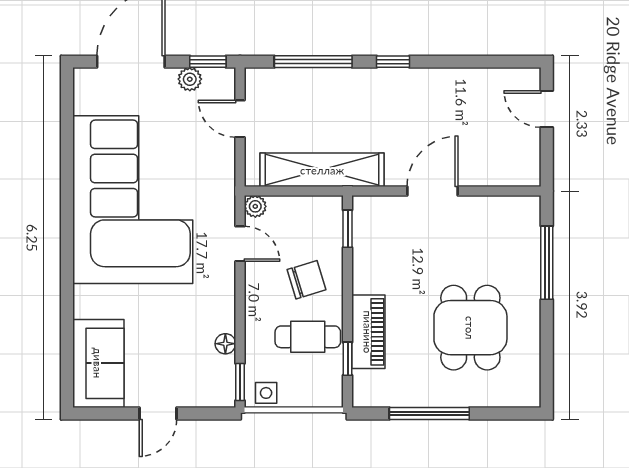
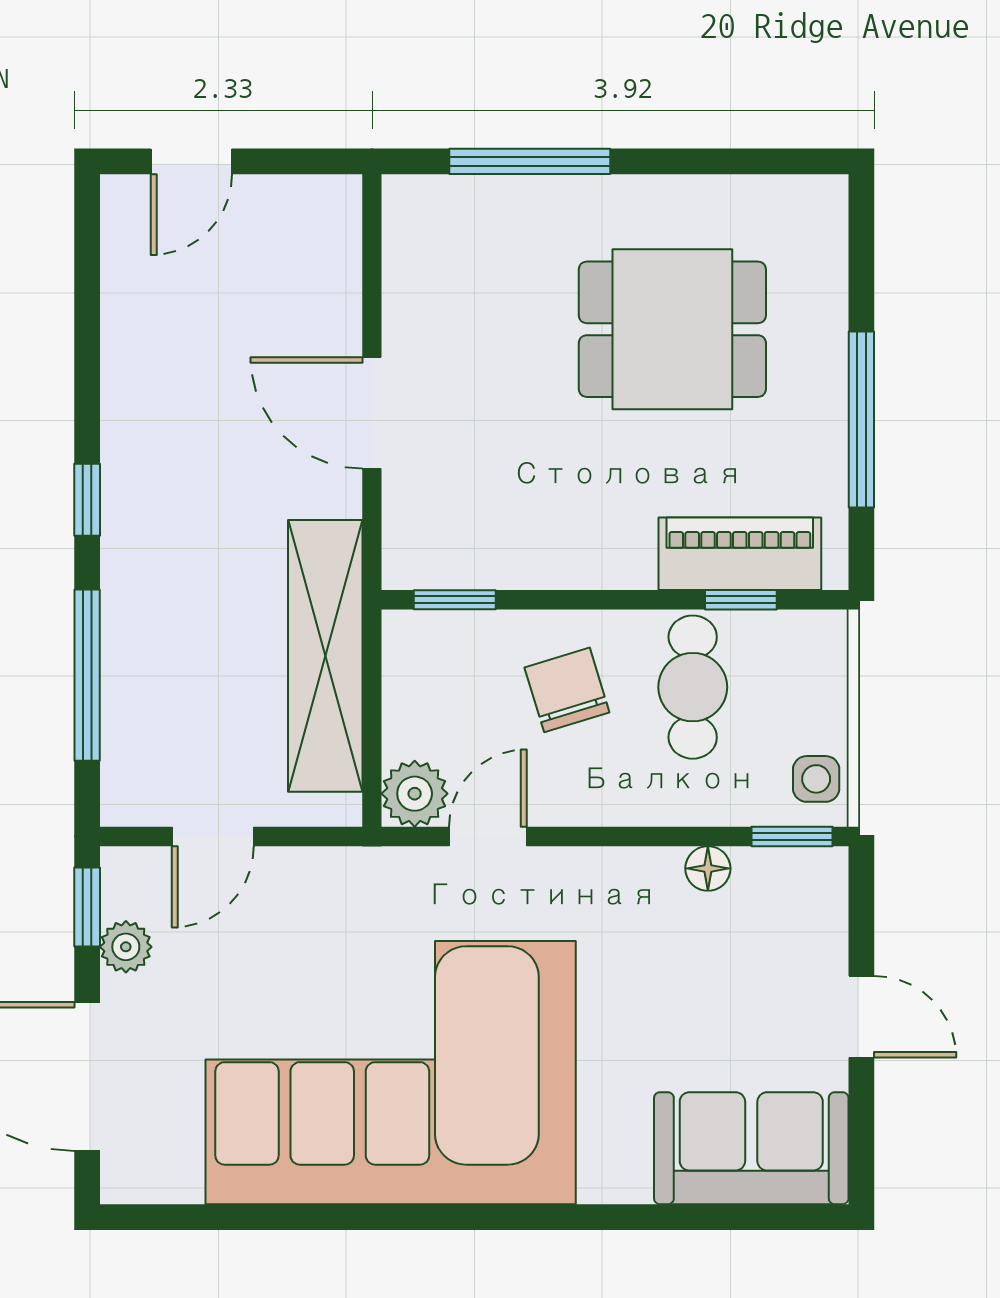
plant: (255, 206) -> (415, 794), width x1.38, depth x1.38
piano: (368, 332) -> (740, 554), moved

